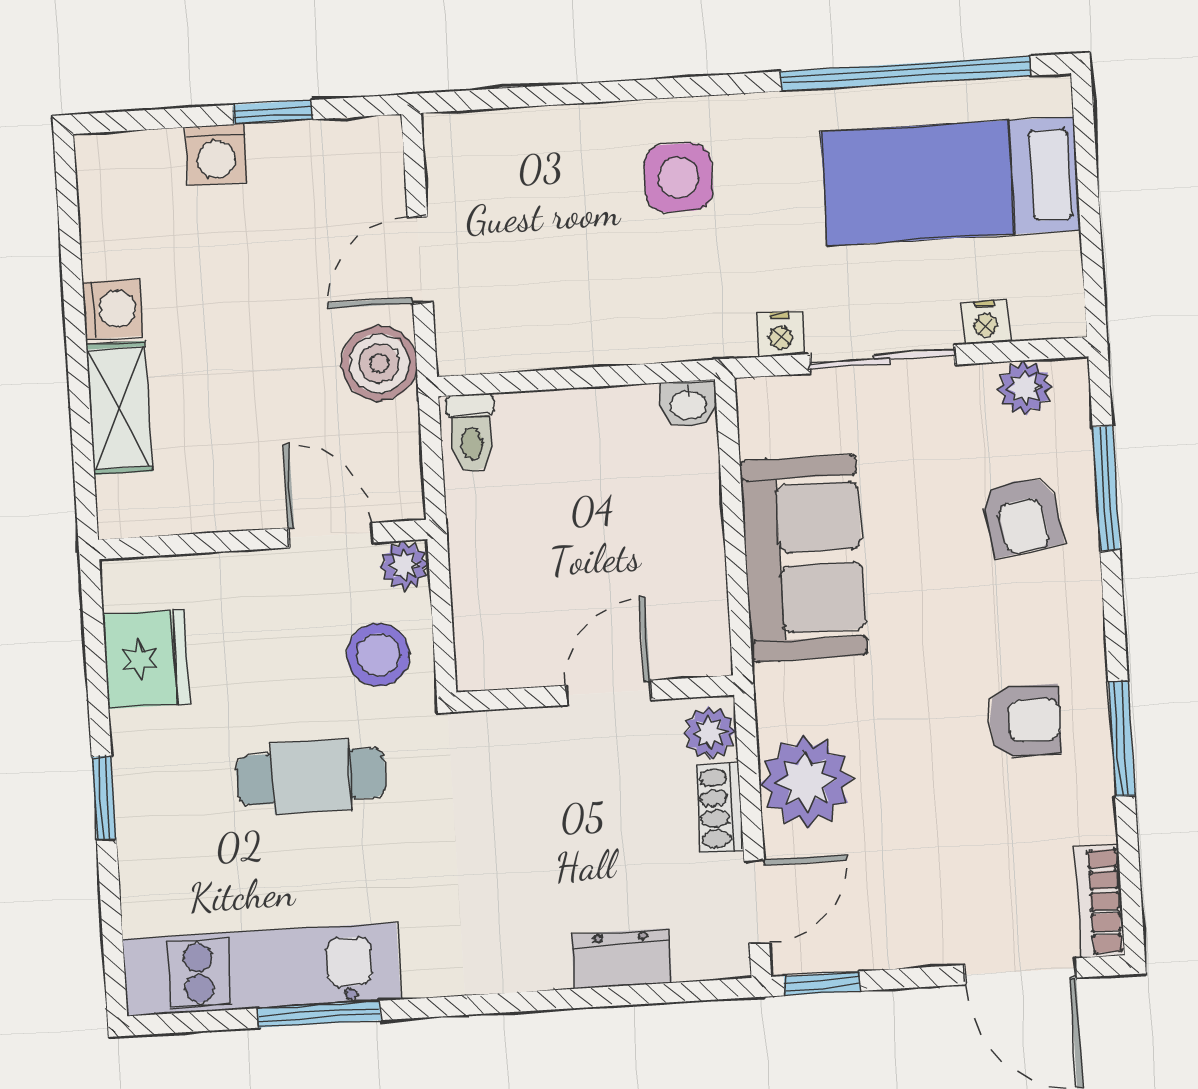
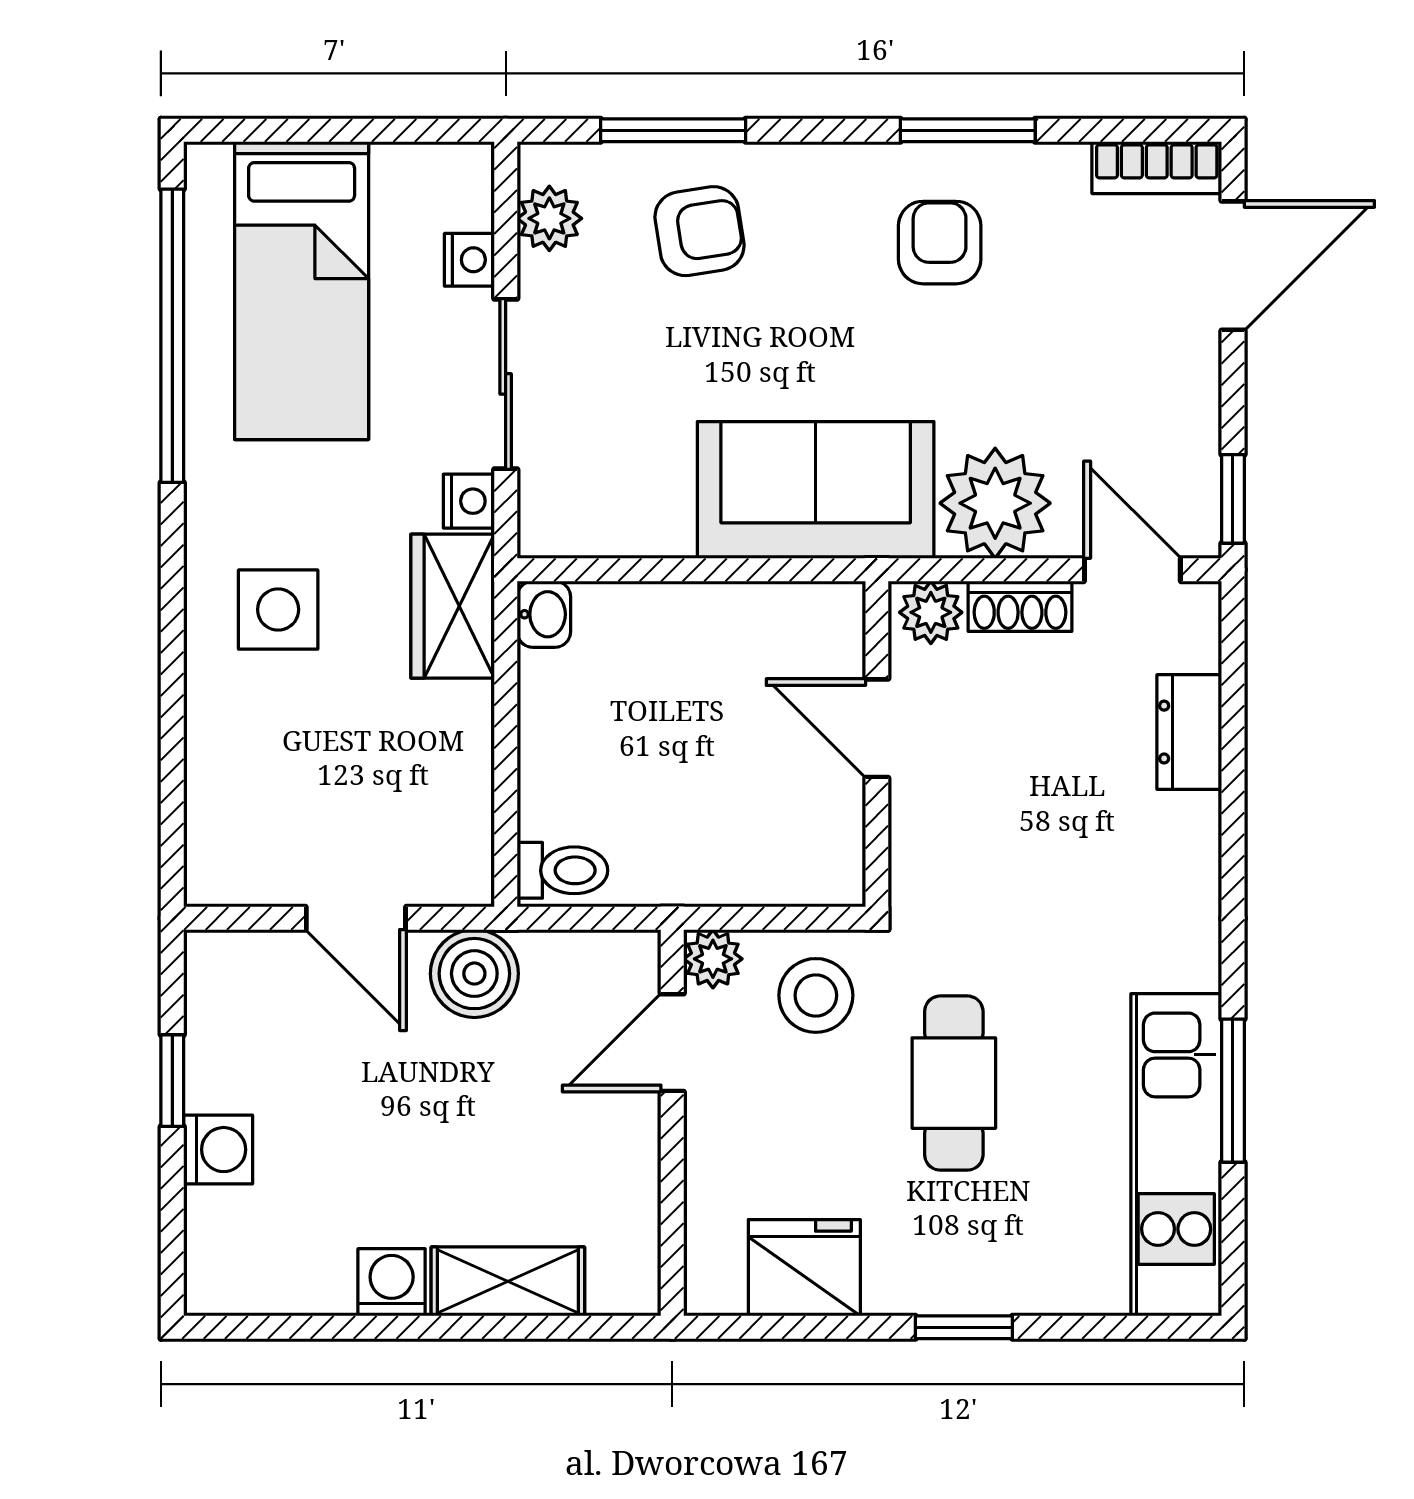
wardrobe: (690, 326) -> (453, 606), added
sofa: (804, 558) -> (816, 490), moved

